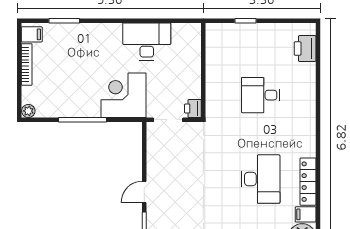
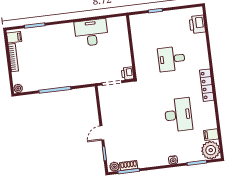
corner desk: (124, 95) -> (80, 70), removed
locker: (308, 182) -> (207, 85), moved

